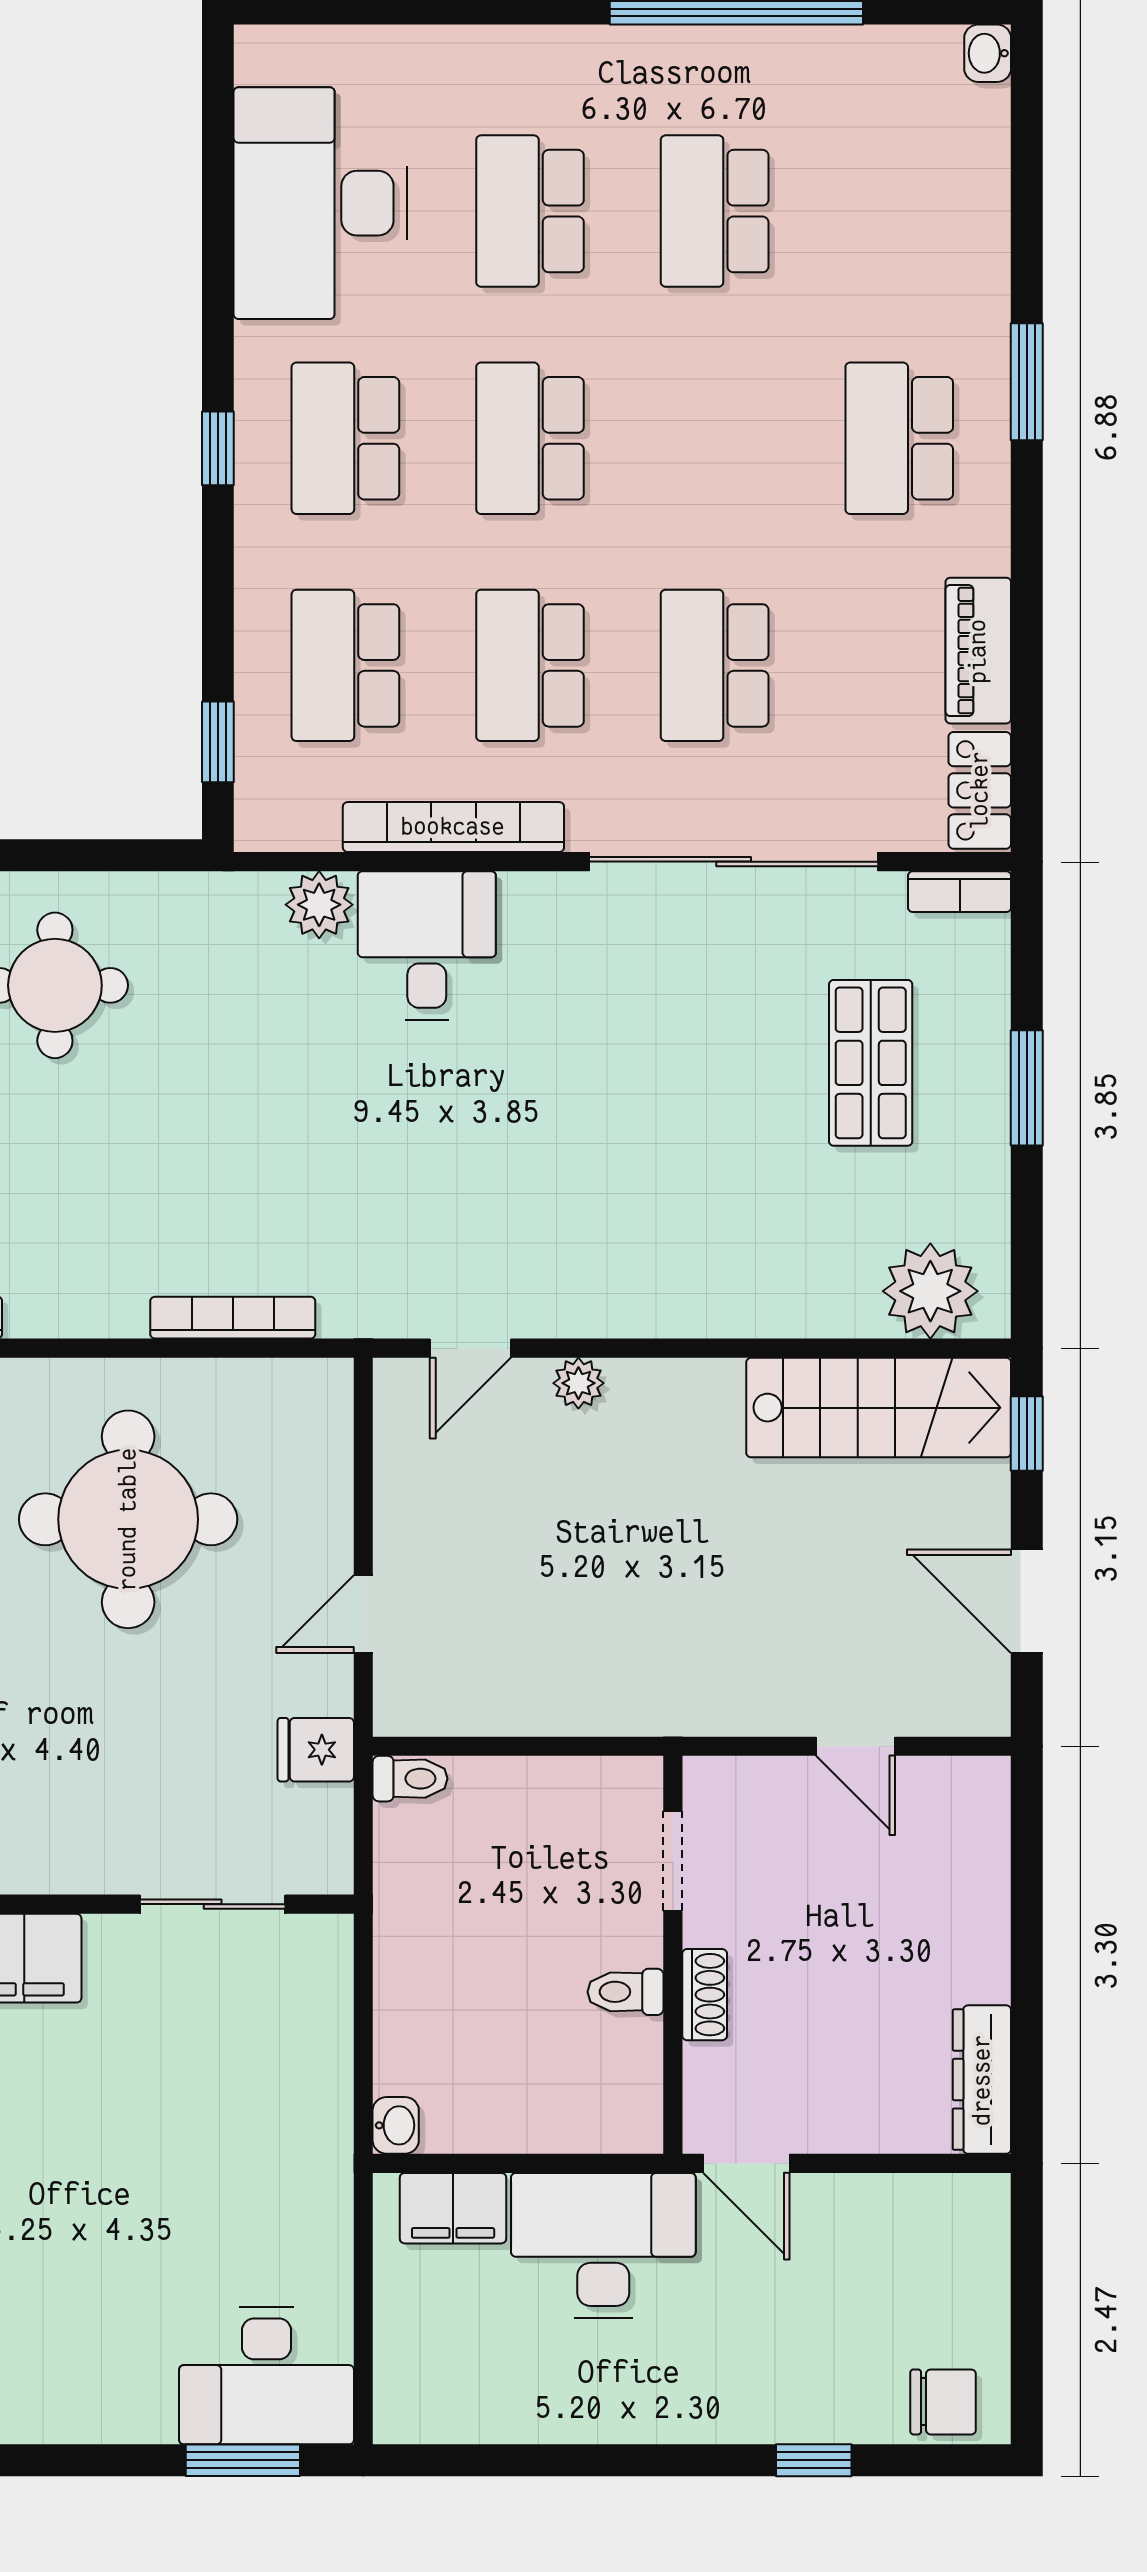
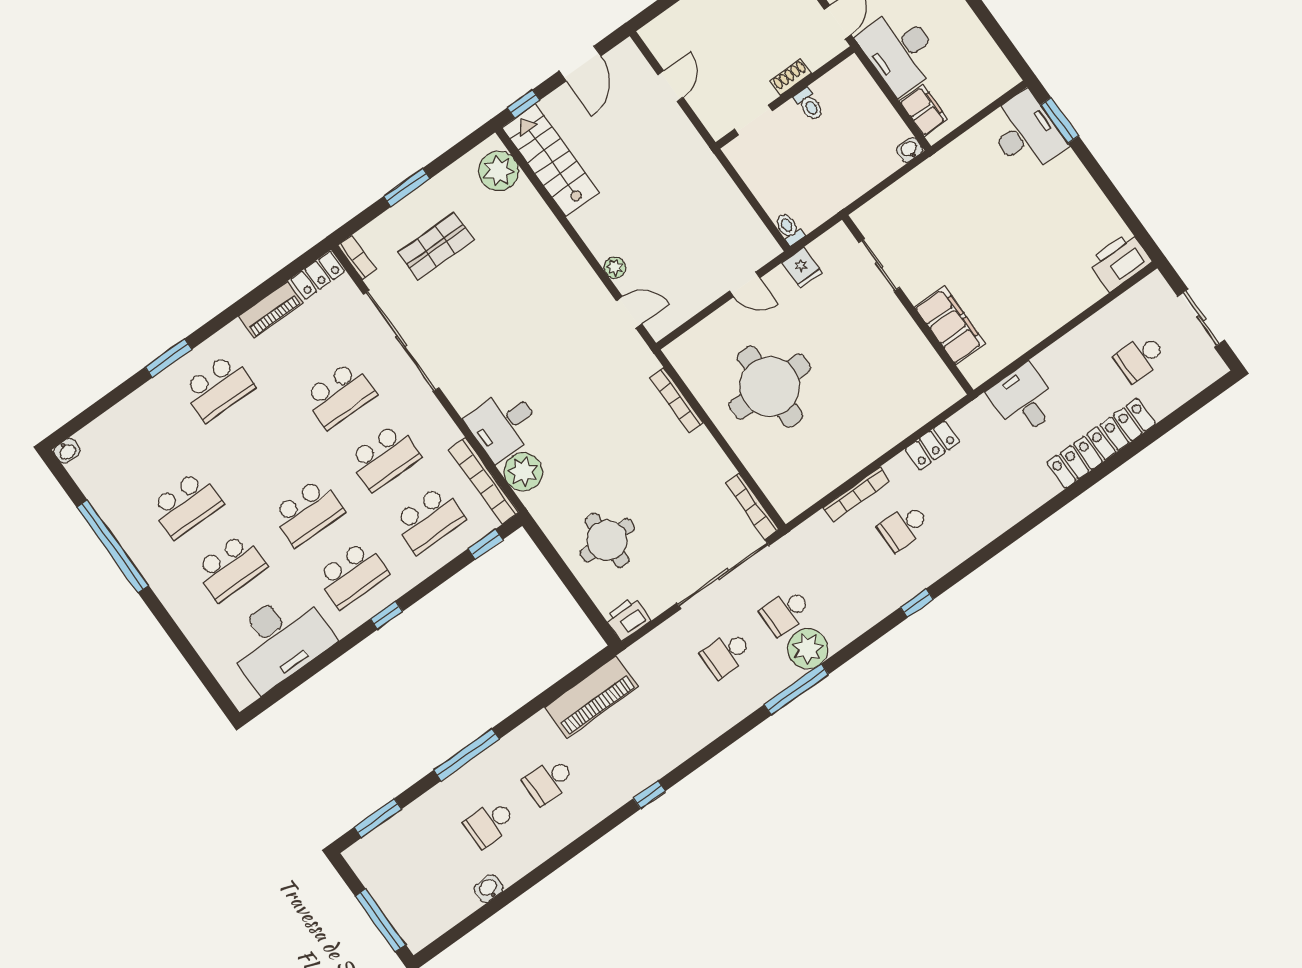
bookcase: (453, 827) -> (484, 481), moved
plant: (319, 905) -> (523, 472), width x1.36, depth x1.36

